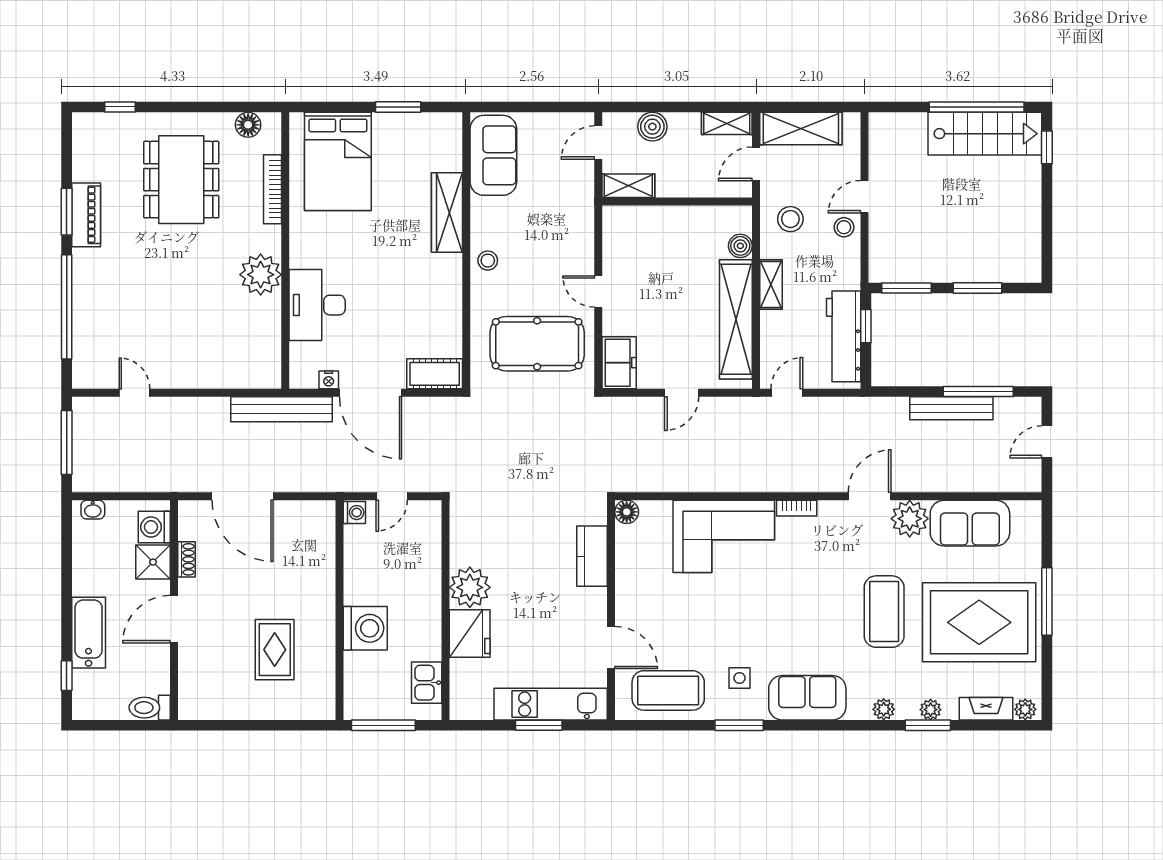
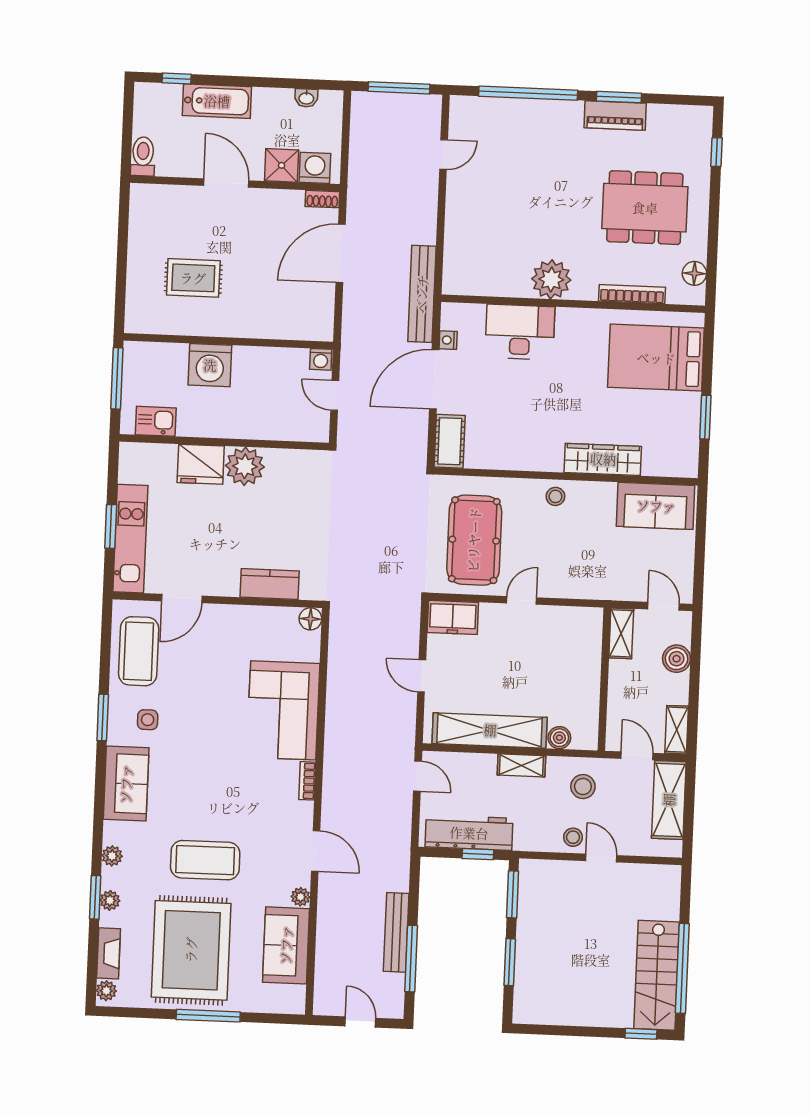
washbasin: (93, 510) -> (306, 98), moved, turned -90
plant: (910, 519) -> (301, 897), width x0.53, depth x0.53
shoe rack: (186, 559) -> (322, 199), moved

